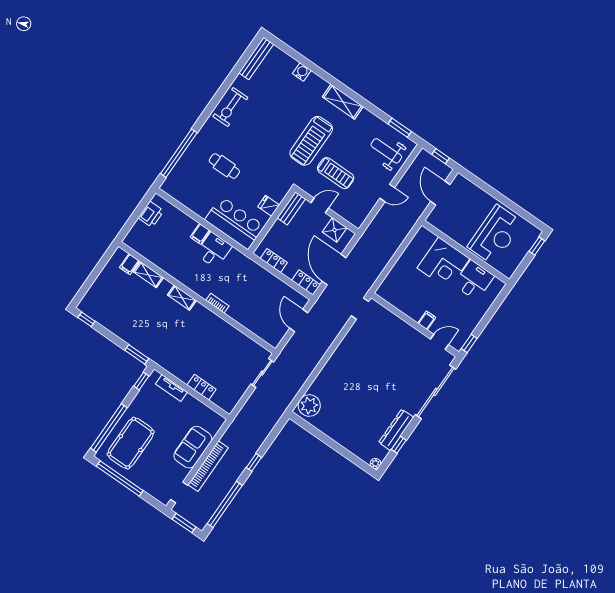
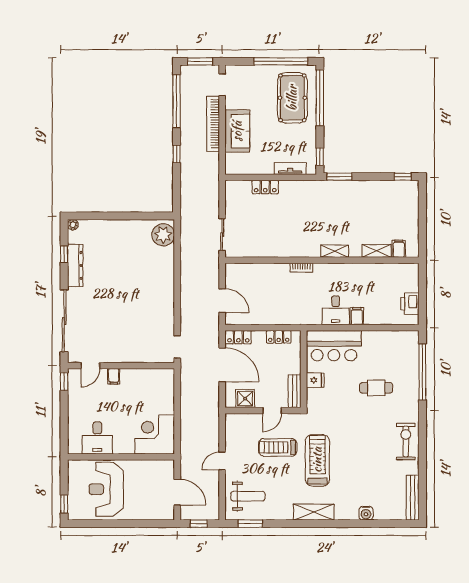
corner desk: (443, 263) -> (155, 434), moved

